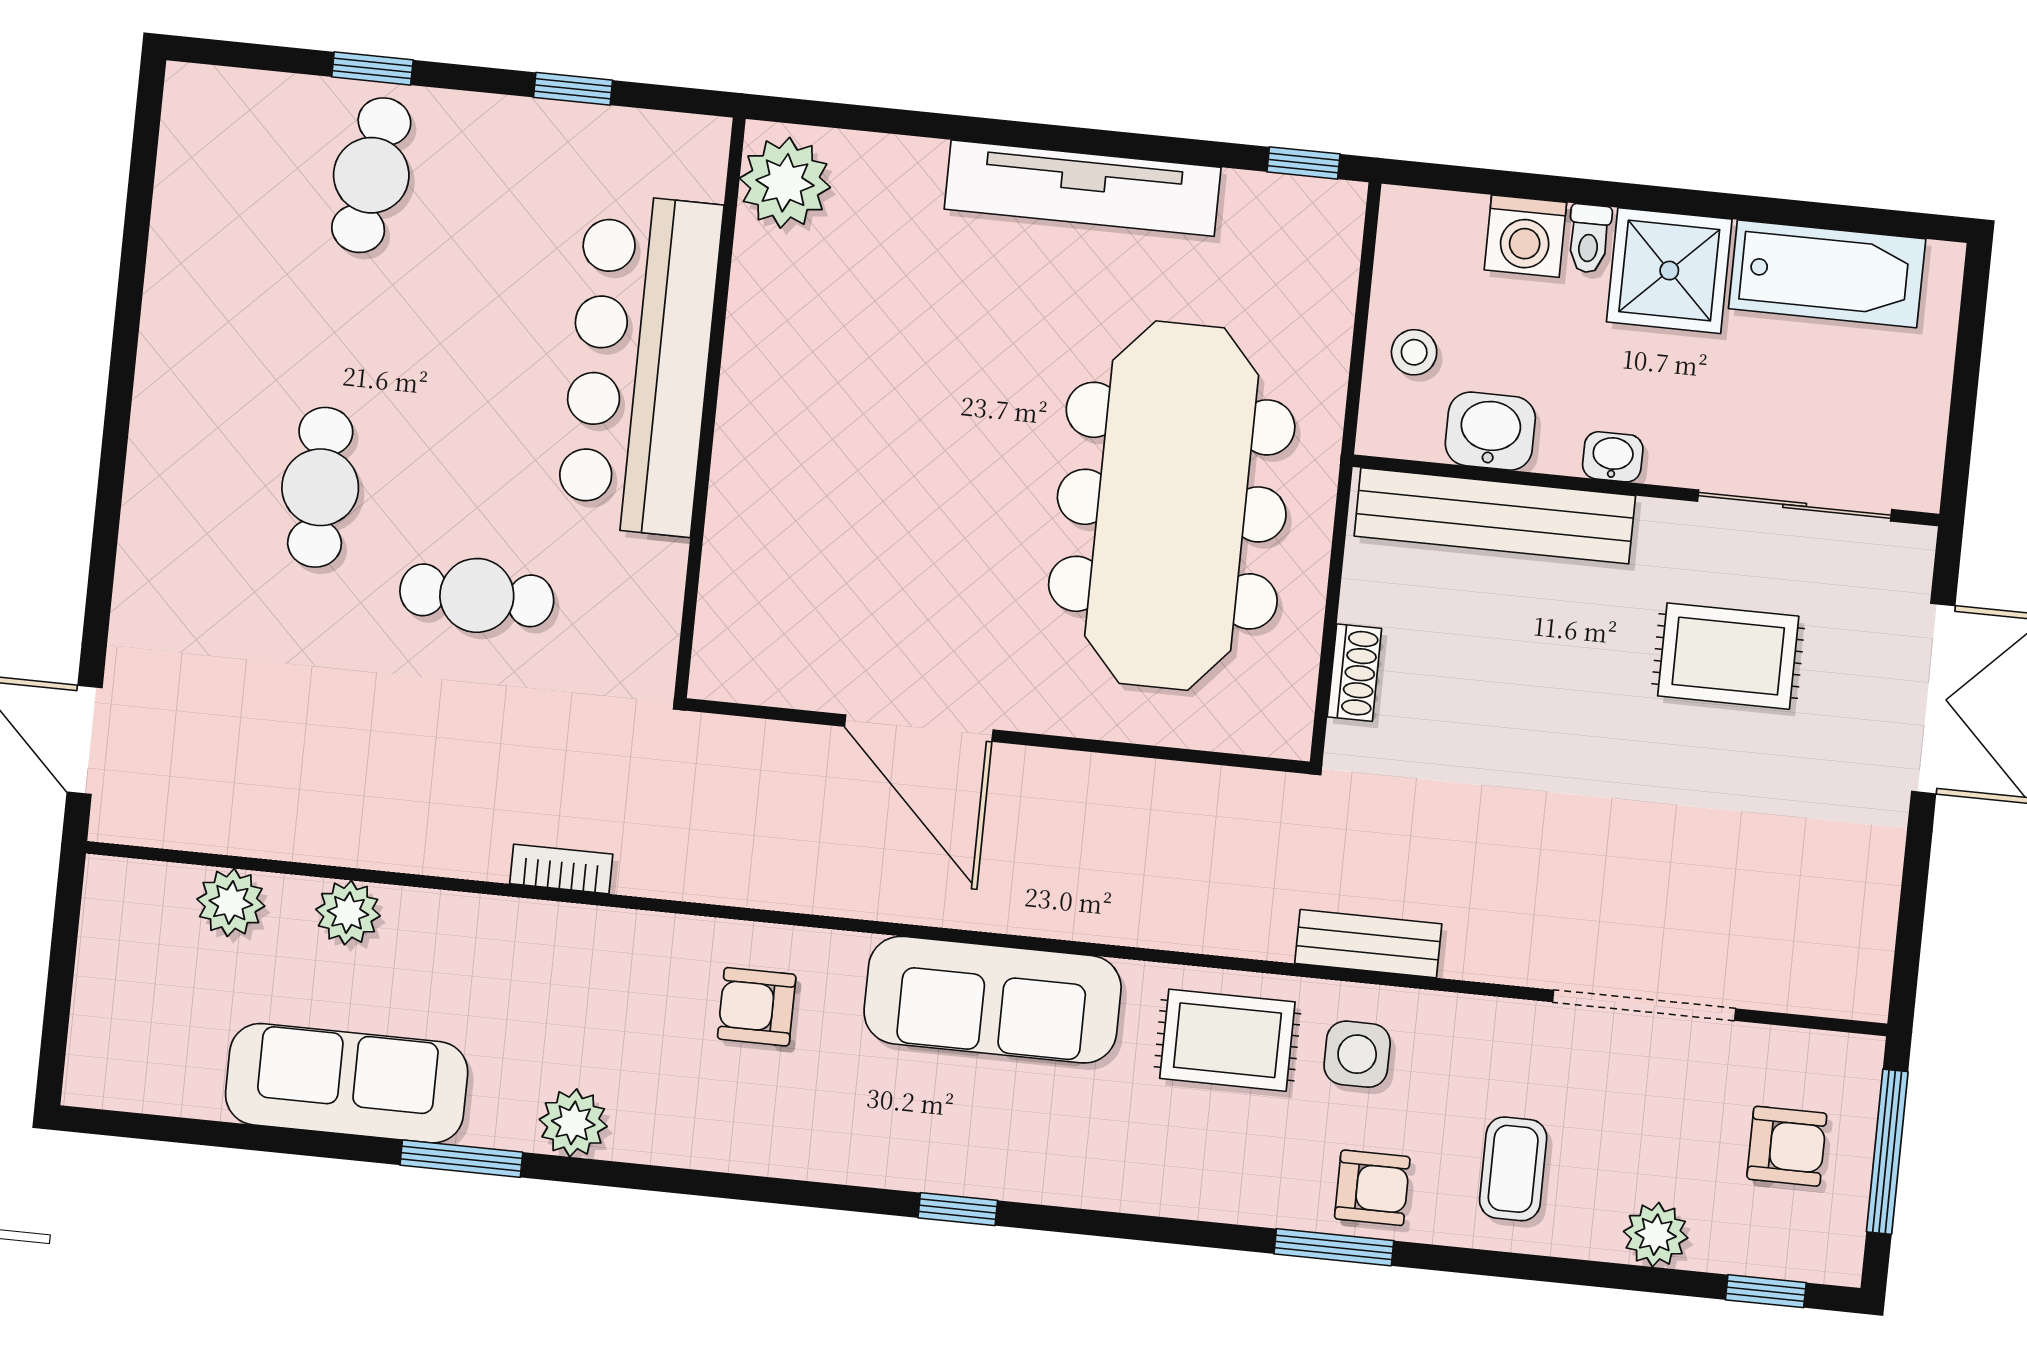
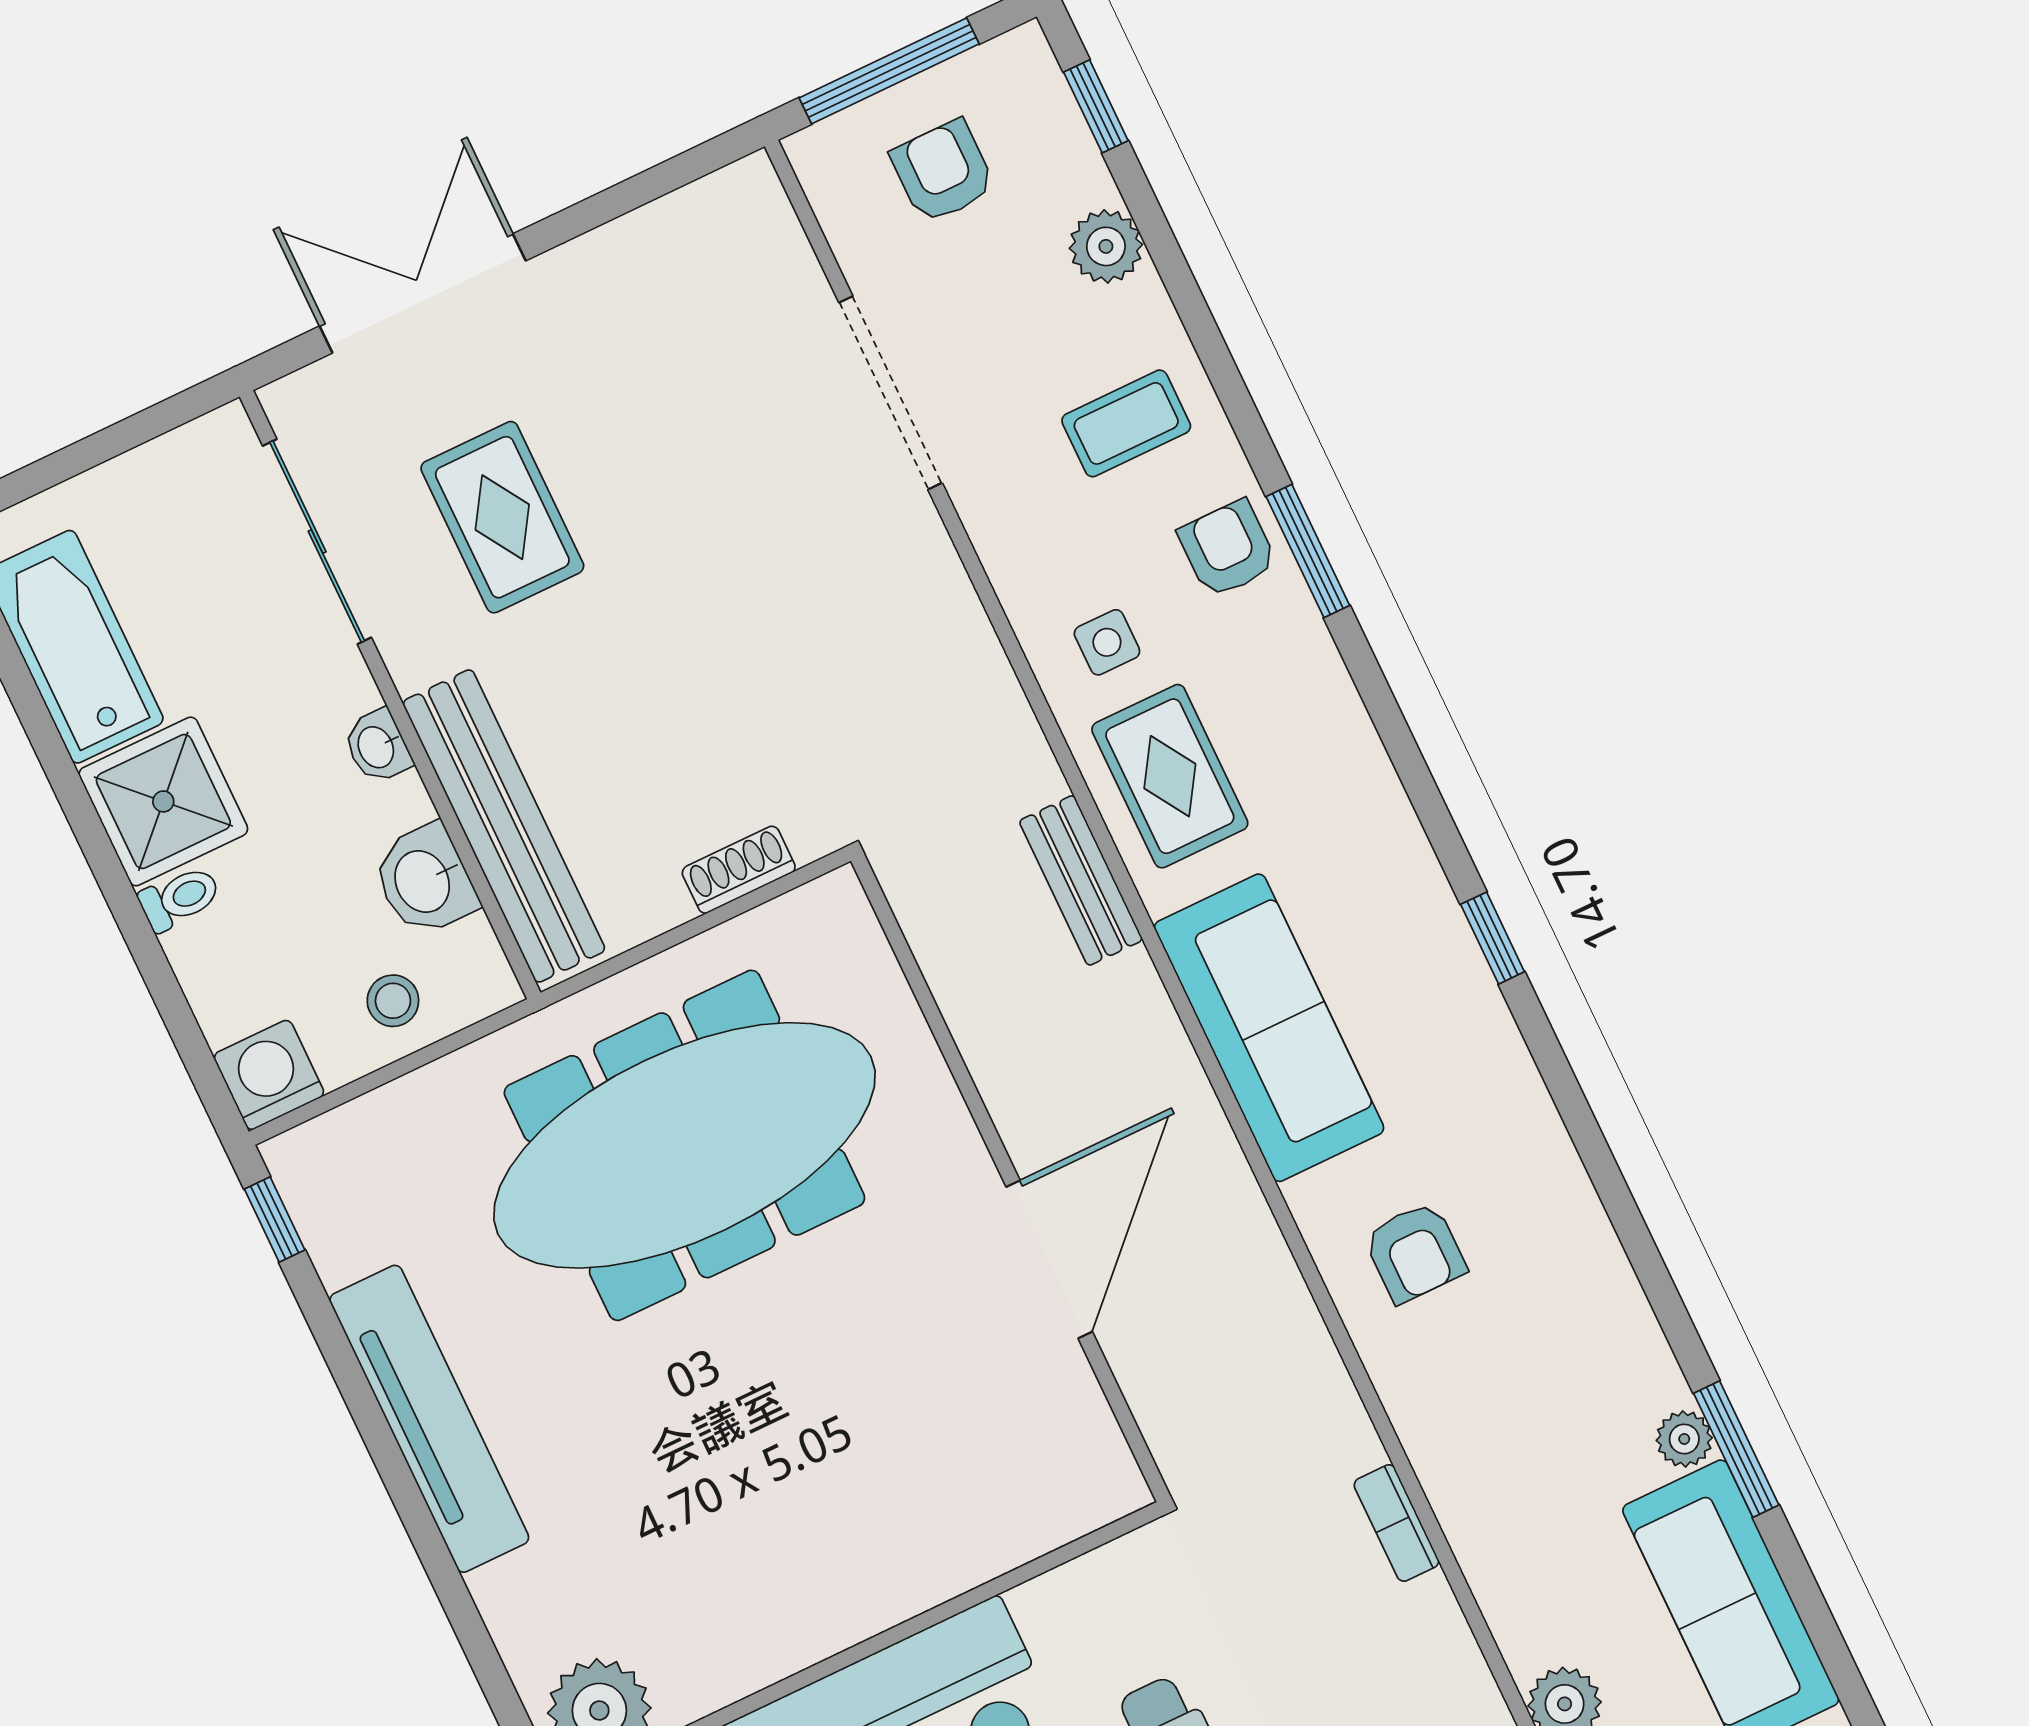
washing machine: (1525, 236) -> (269, 1075), moved, turned -90
bench: (1368, 944) -> (1081, 880), moved
side table: (1357, 1054) -> (1107, 642), width x0.73, depth x0.73
plant: (573, 1123) -> (1684, 1439), moved, width x0.73, depth x0.73

